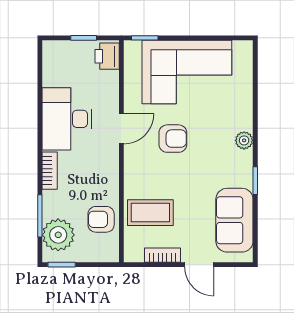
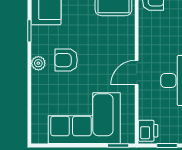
armchair: (173, 139) -> (66, 60), moved

